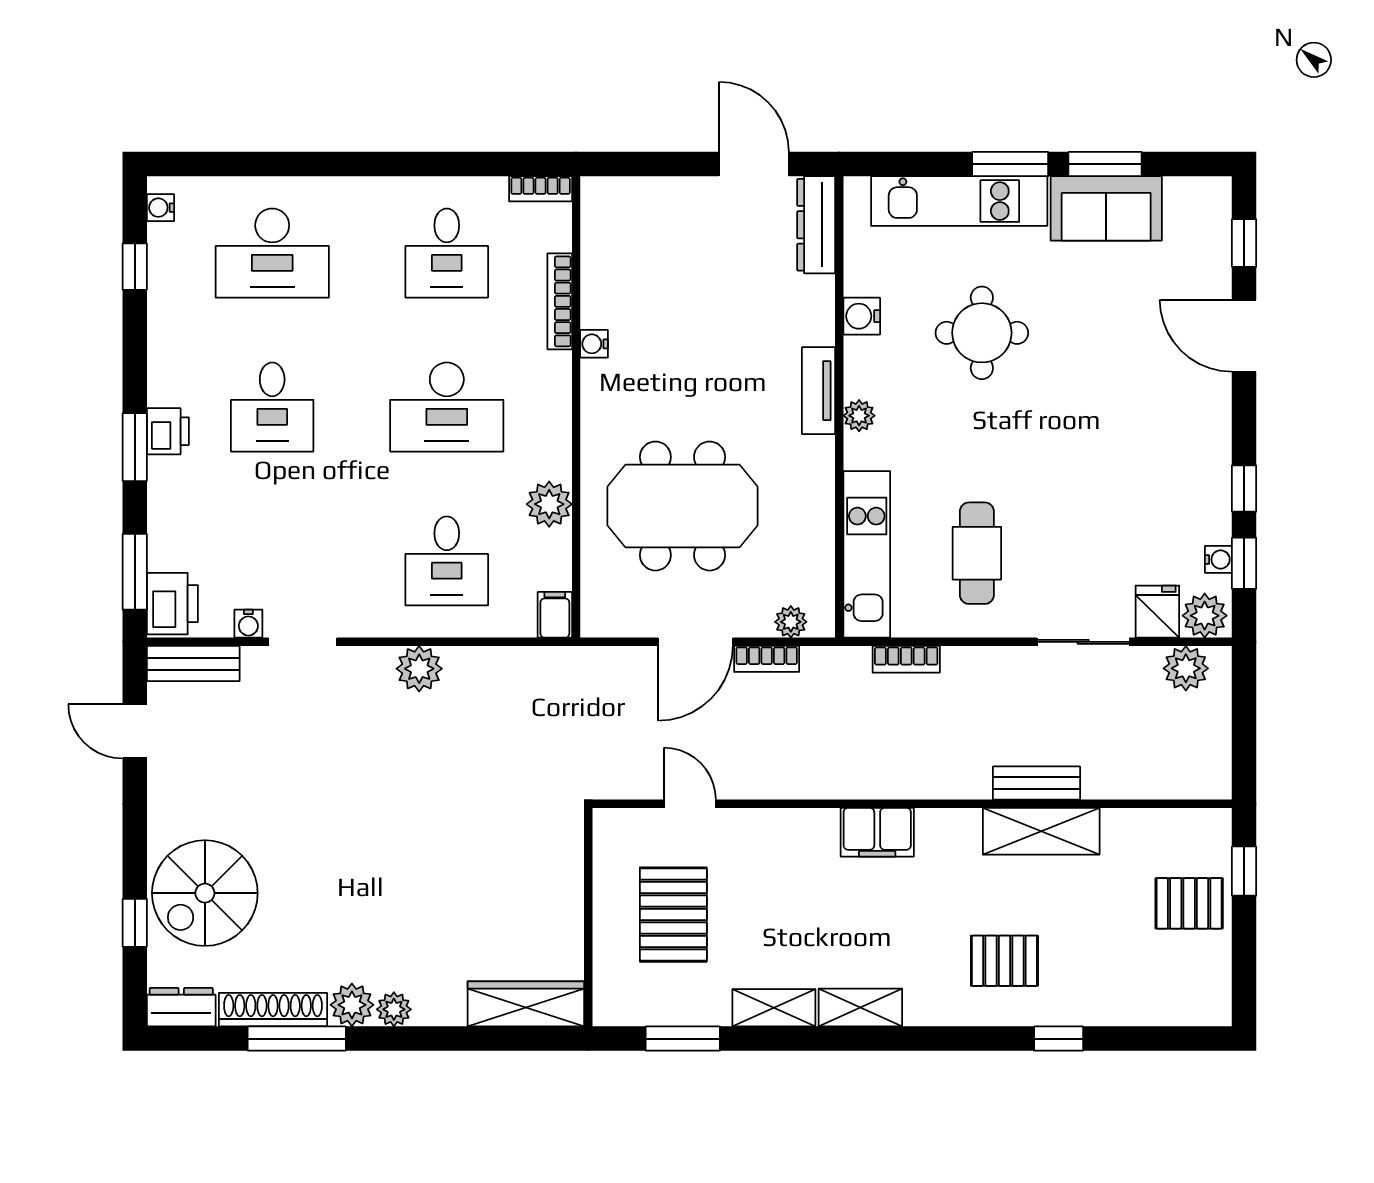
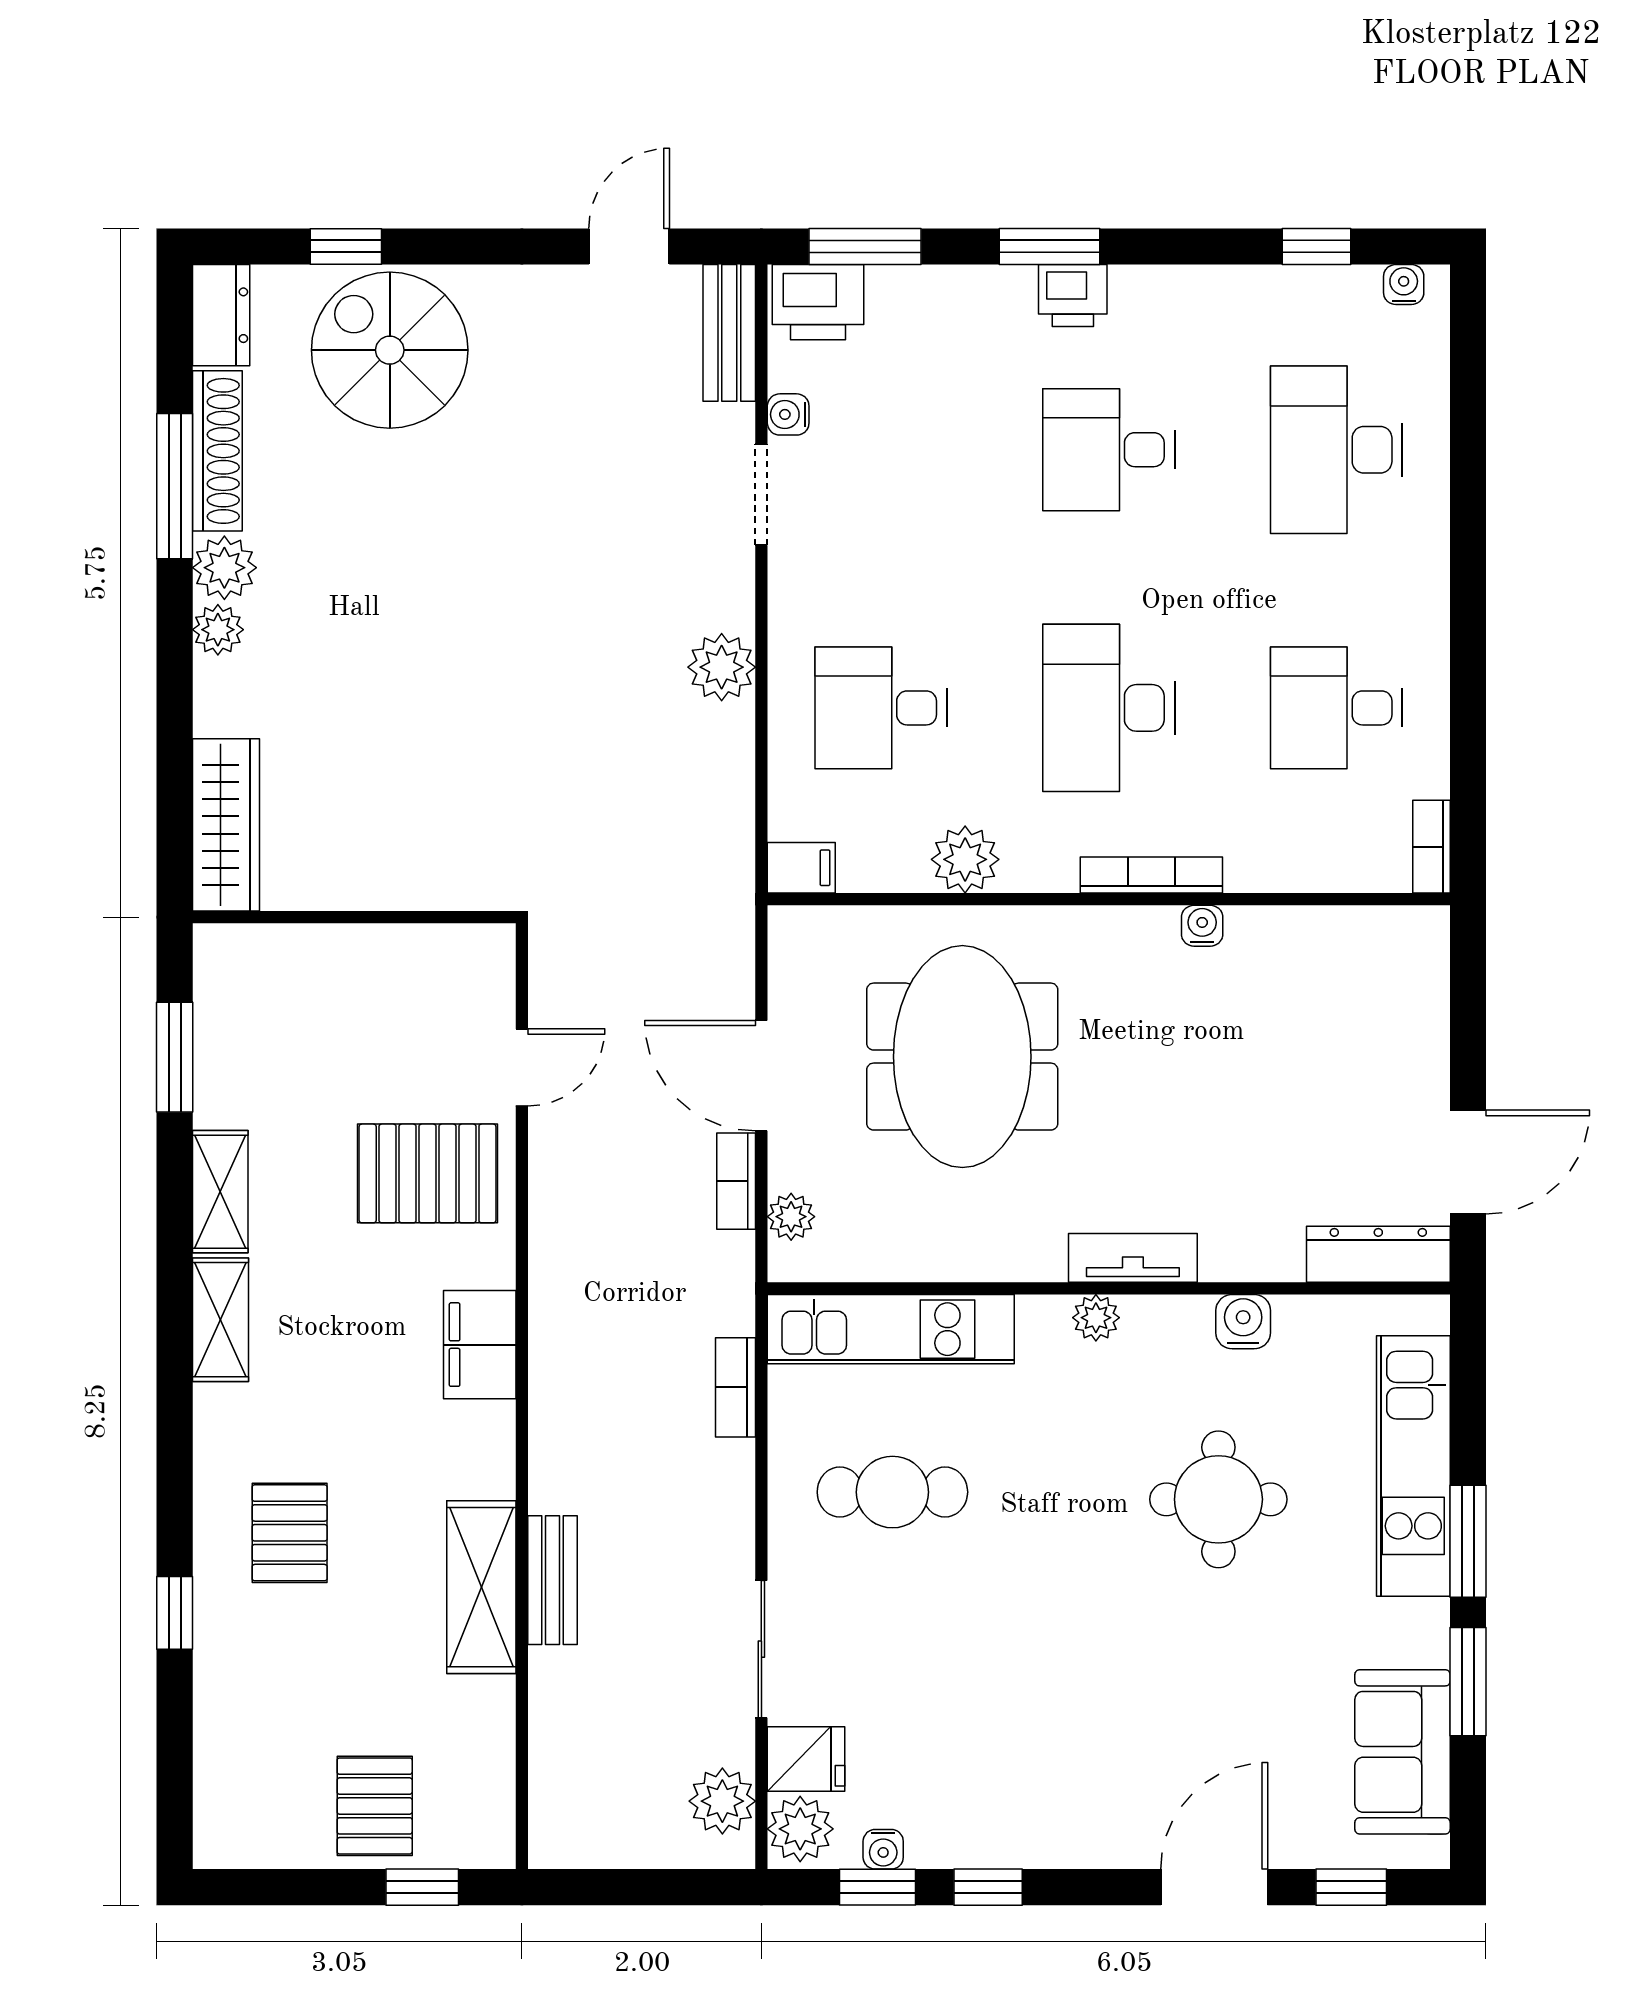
sofa: (1106, 208) -> (1402, 1752), moved
bookcase: (560, 301) -> (1151, 875), moved
pallet: (673, 915) -> (428, 1173), moved

